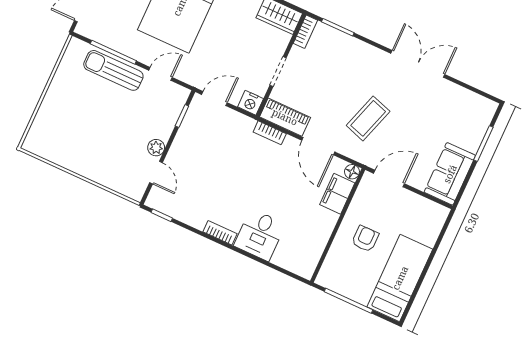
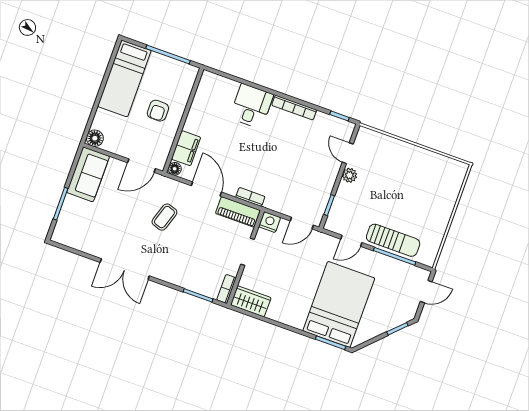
coffee table: (368, 118) -> (164, 217), width x0.73, depth x0.77
floor lamp: (439, 214) -> (95, 138), added
bookcase: (220, 233) -> (294, 108), width x1.56

